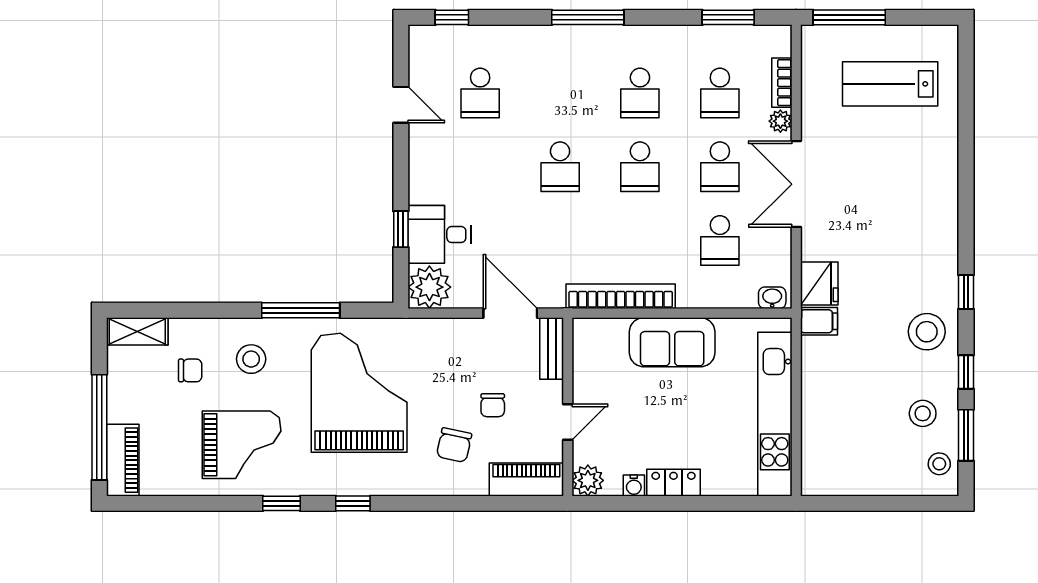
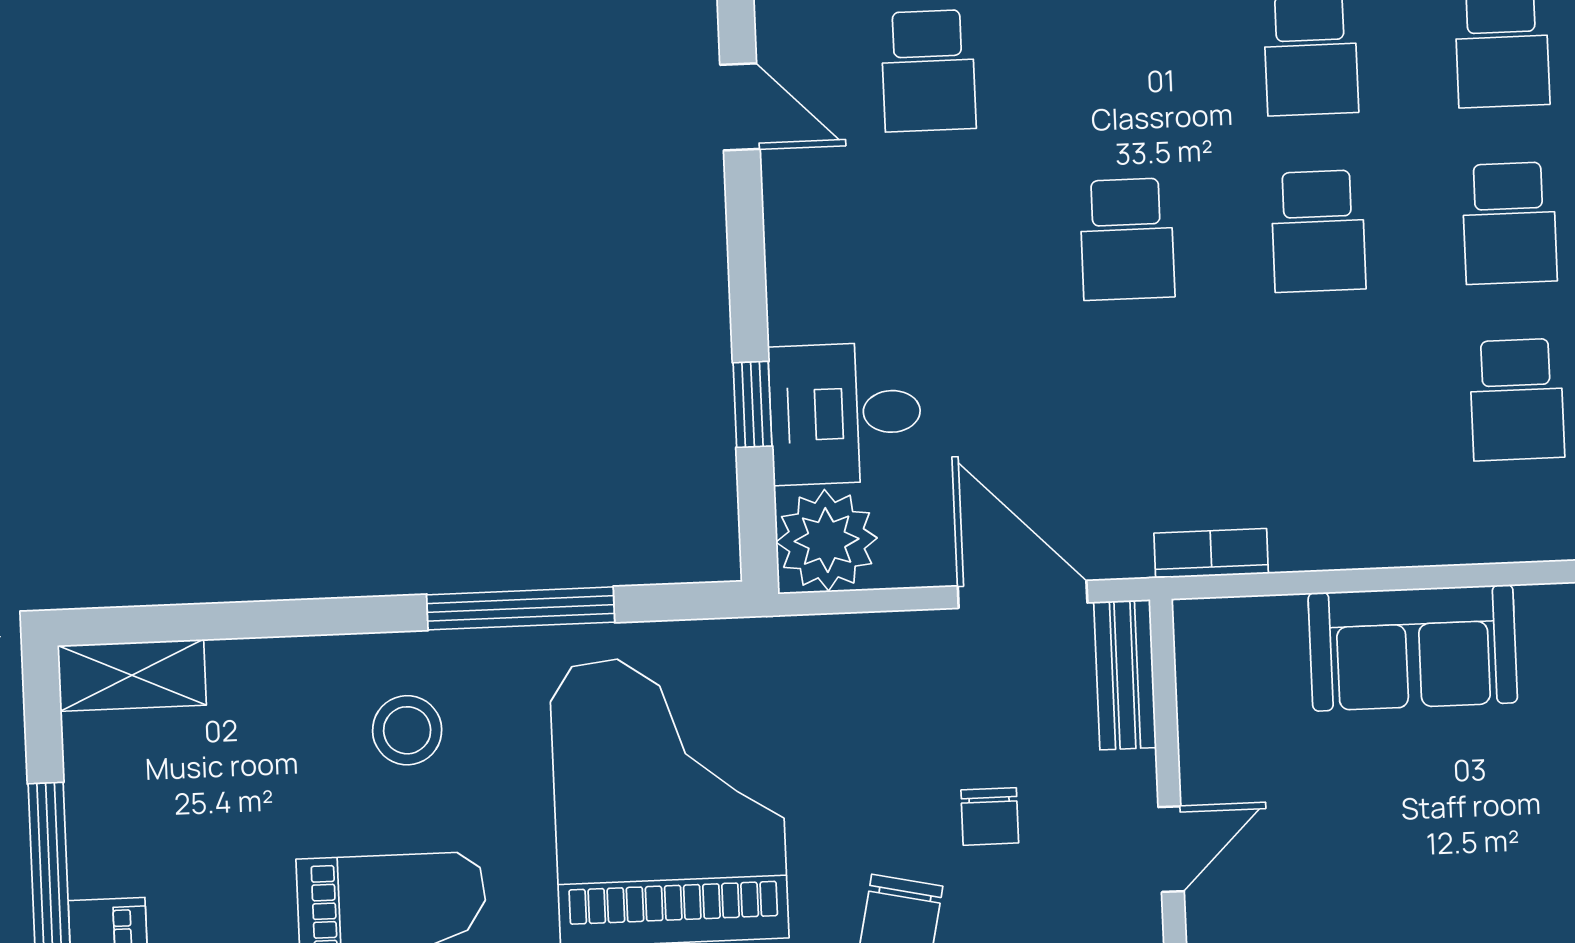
bookcase: (621, 296) -> (1211, 553), width x0.43, depth x0.76
chair: (190, 370) -> (262, 764), removed

